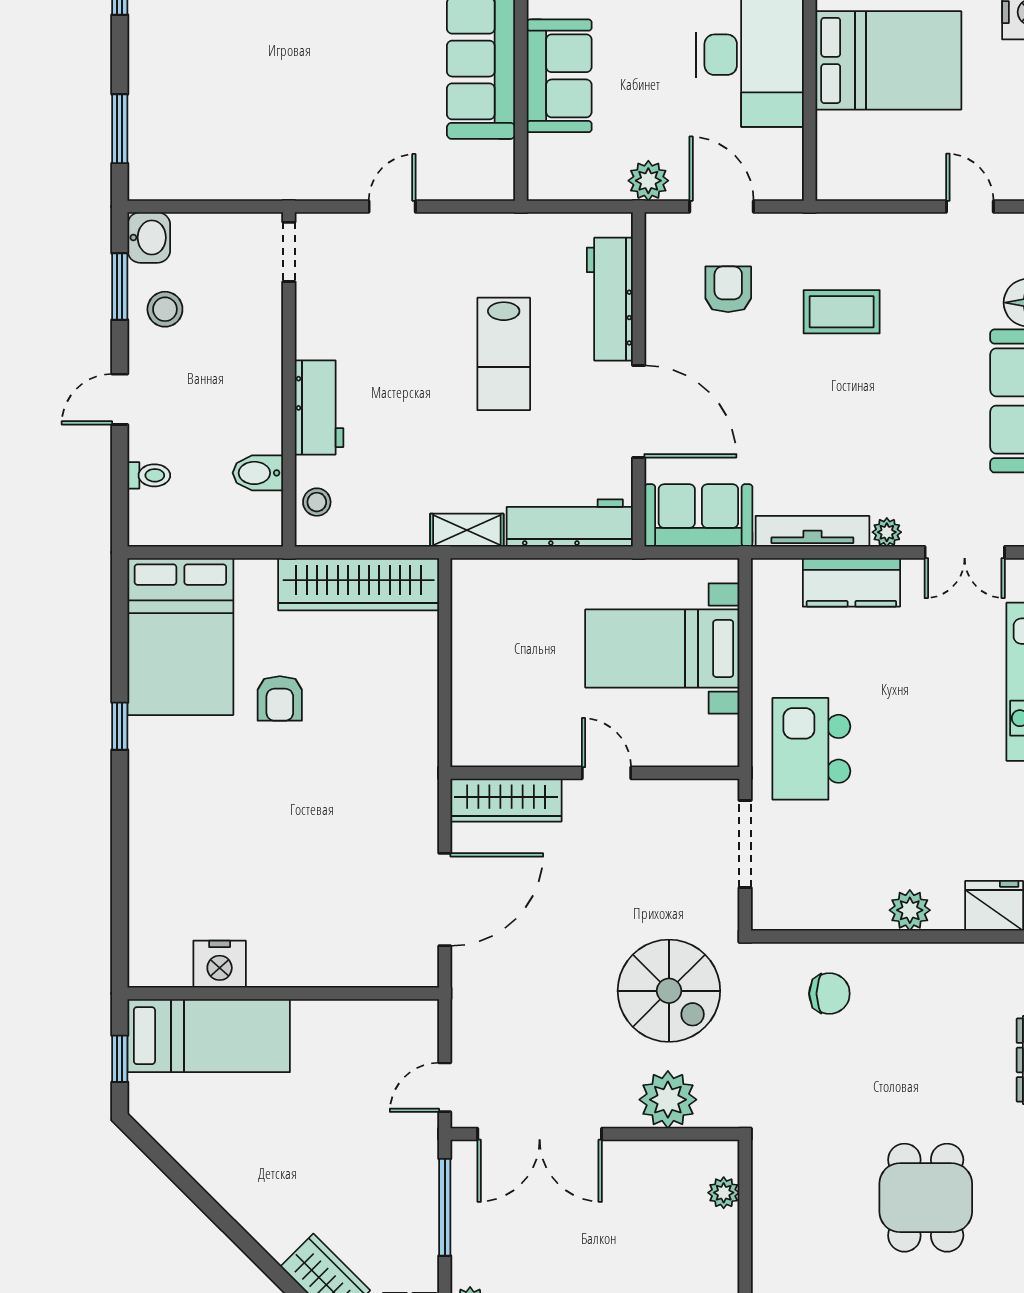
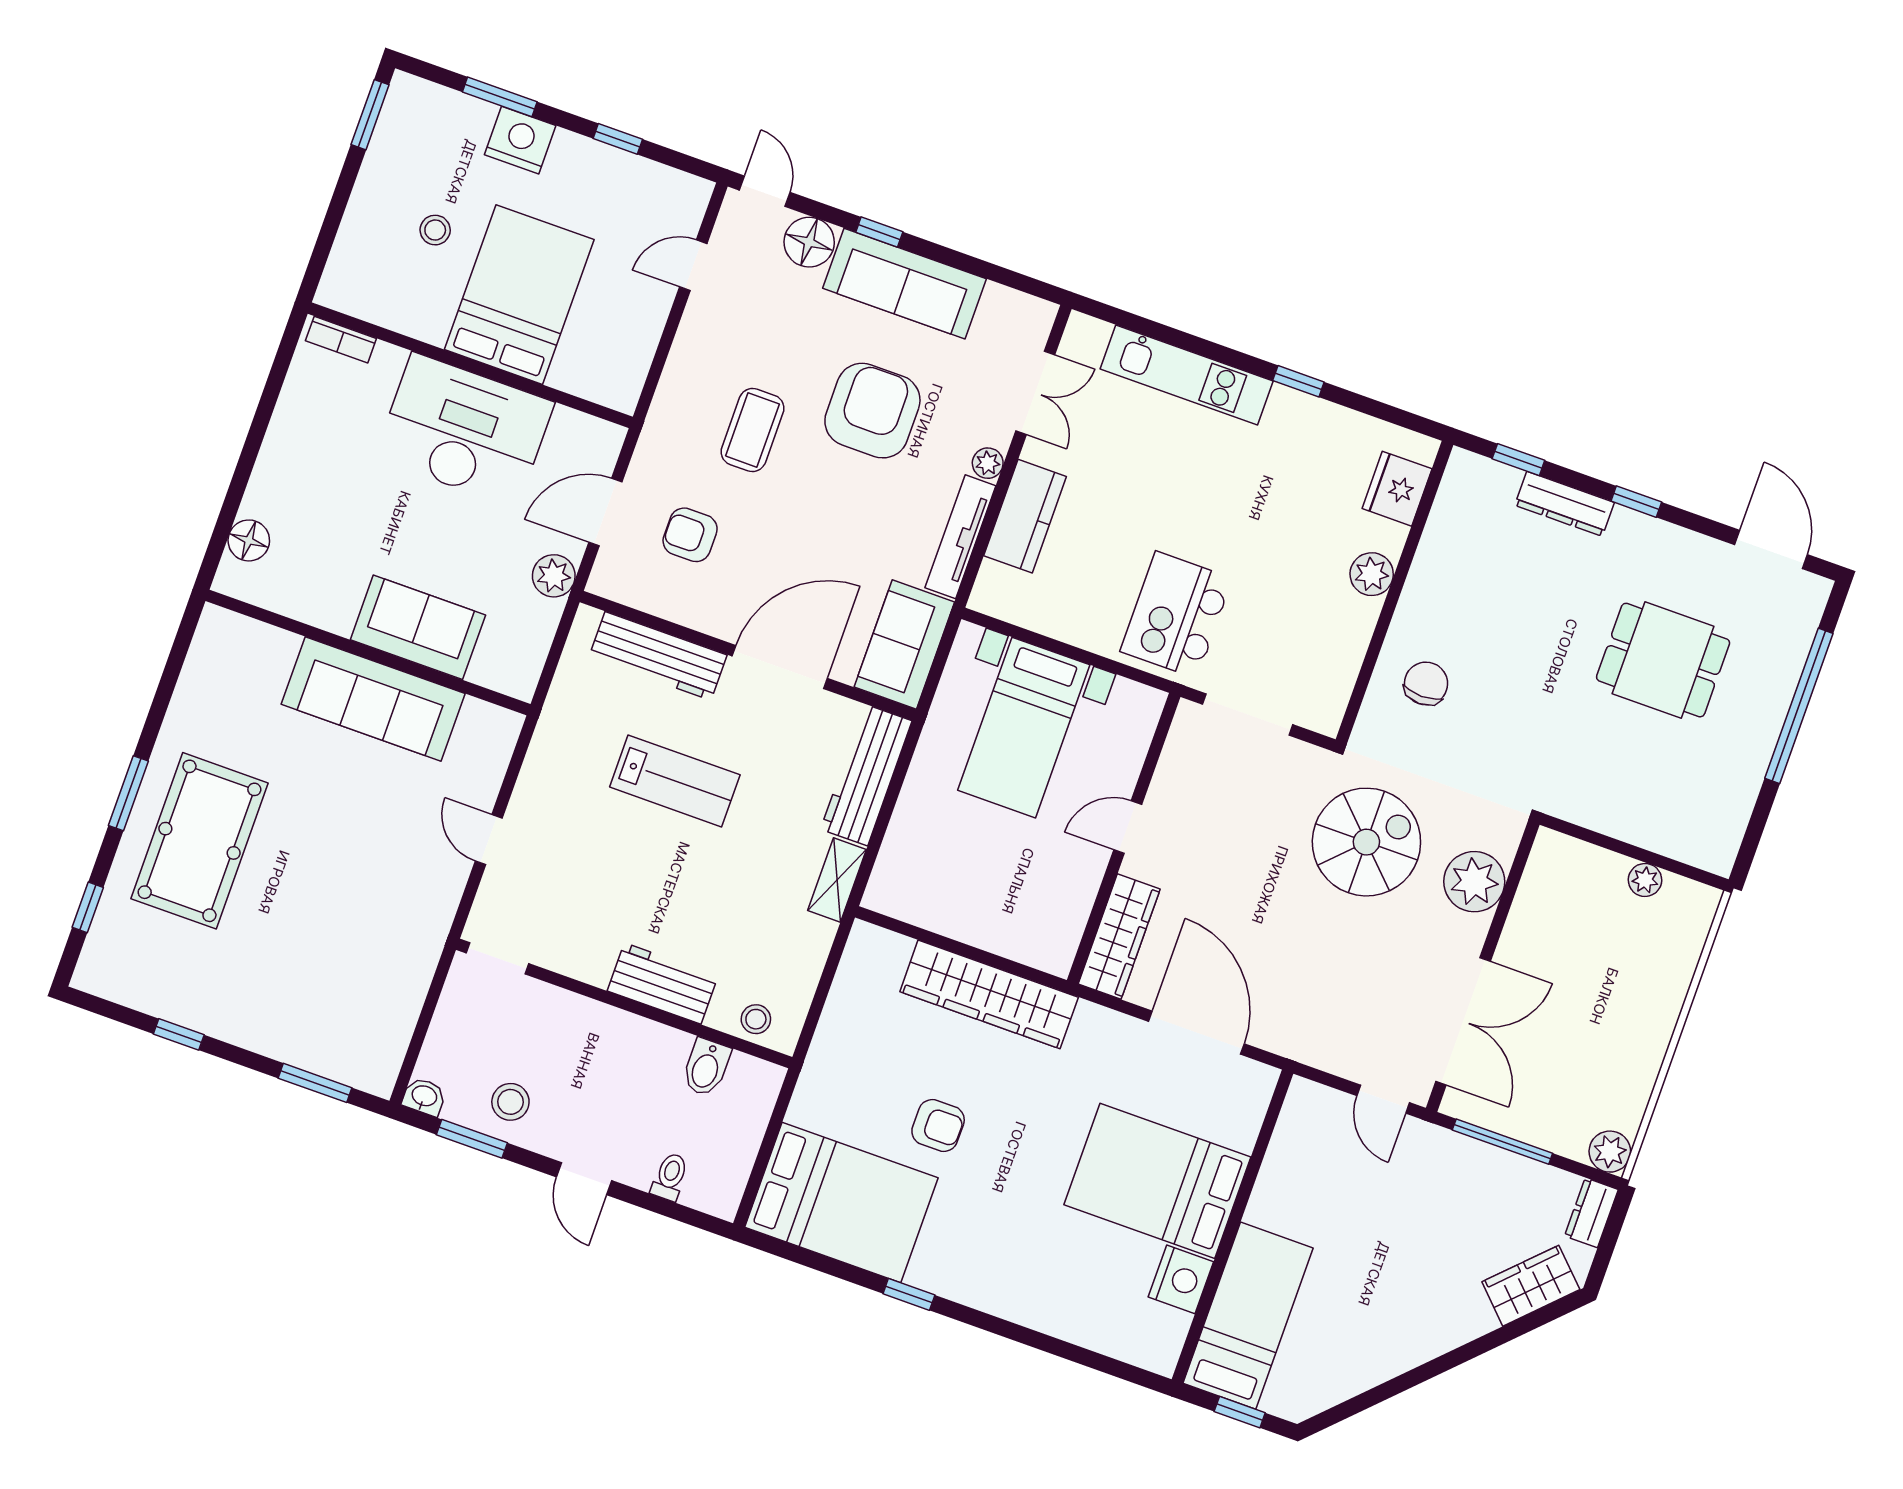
washbasin: (149, 238) -> (424, 1097), width x0.72, depth x0.69
armchair: (897, 413) -> (872, 411), added
wardrobe: (359, 584) -> (989, 994), moved, turned 90
kitchen island: (811, 749) -> (1176, 615), turned 90
bed: (300, 912) -> (1157, 1181), added
plant: (724, 1193) -> (1645, 880), moved

